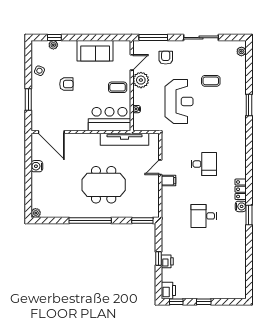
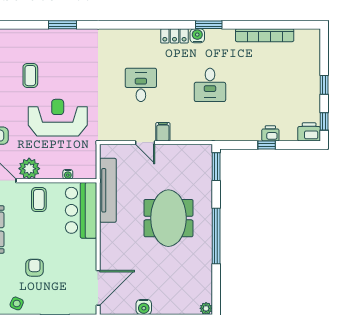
bookcase: (241, 257) -> (265, 35), added

